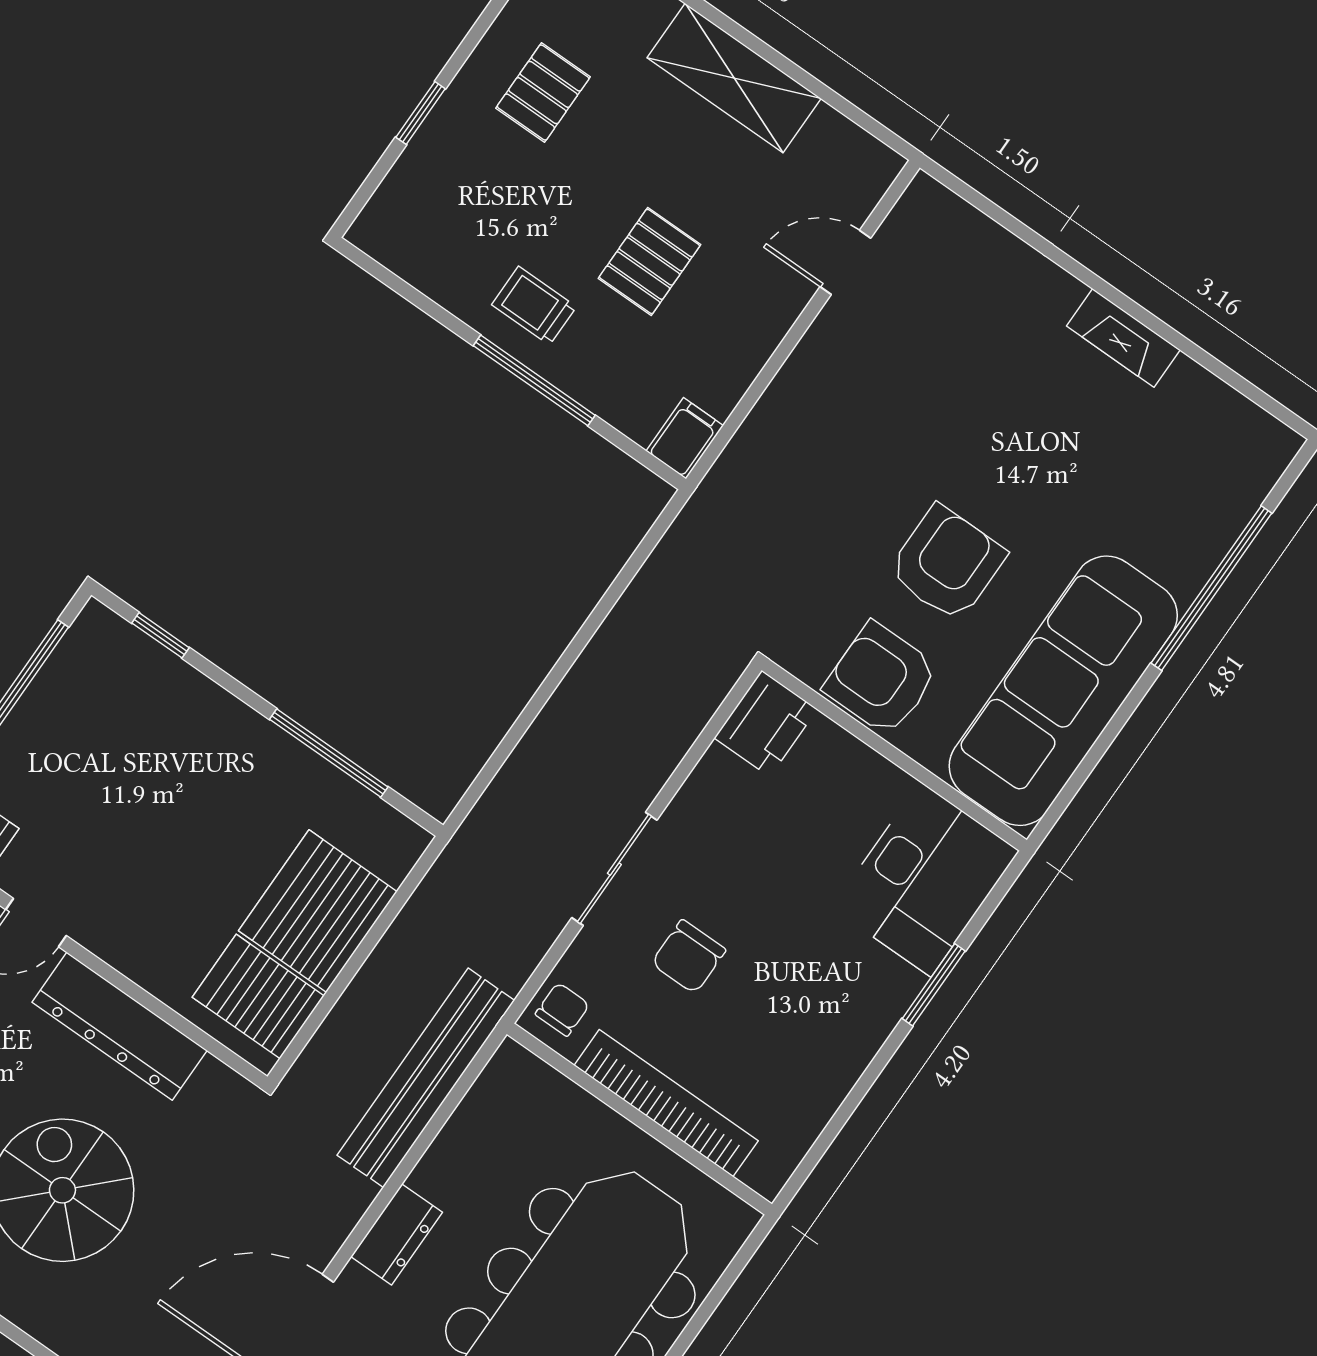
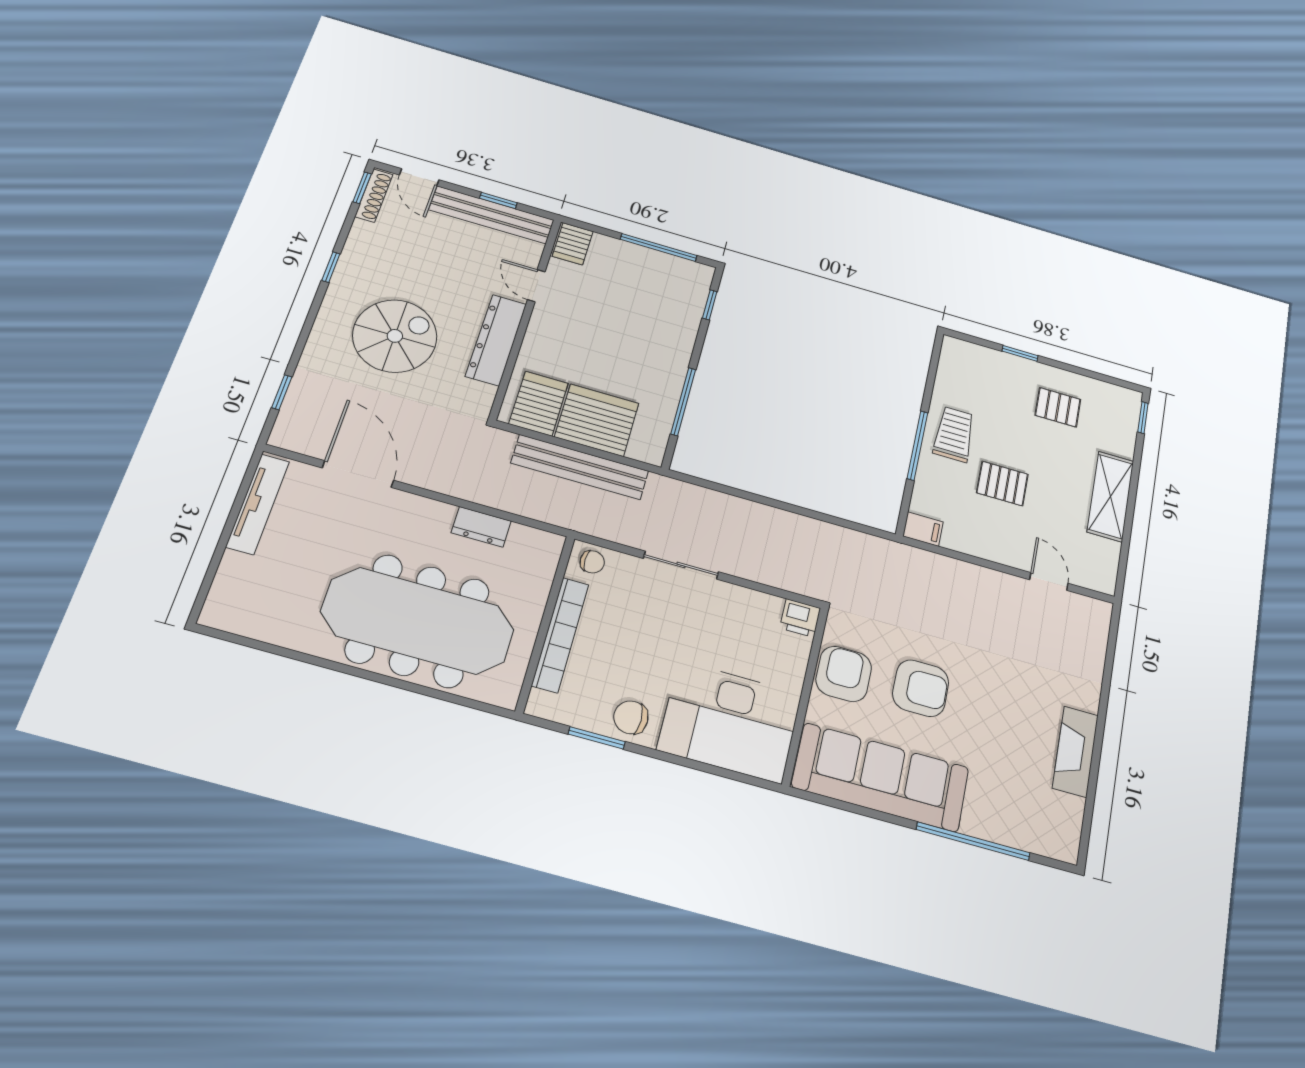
trolley: (534, 306) -> (954, 434), width x1.36, depth x1.39
fireplace: (1123, 338) -> (1075, 752), width x1.37, depth x1.32
printer: (766, 724) -> (800, 618), width x0.73, depth x0.81
desk: (926, 879) -> (730, 722), width x1.36, depth x1.30
chair: (689, 957) -> (631, 717), moved
window: (934, 985) -> (597, 738), moved
bench: (426, 1078) -> (580, 467), moved
dresser: (397, 1234) -> (481, 527), moved

